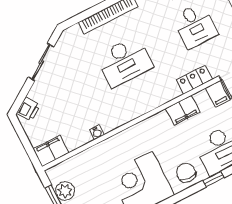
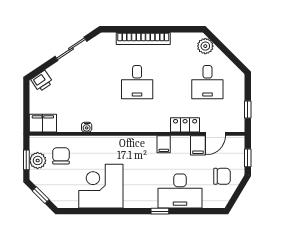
desk: (124, 62) -> (137, 82), width x0.73
filing cabinet: (183, 110) -> (164, 144), width x0.50
chair: (186, 173) -> (61, 156), moved

